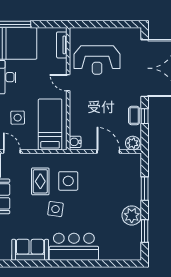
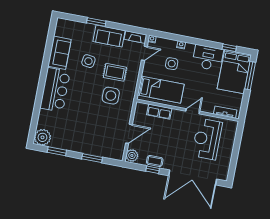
row of seats: (76, 121) -> (159, 112), added
water cooler: (75, 142) -> (142, 108), removed
side table: (55, 209) -> (88, 61), moved
plant: (132, 215) -> (42, 137), moved

